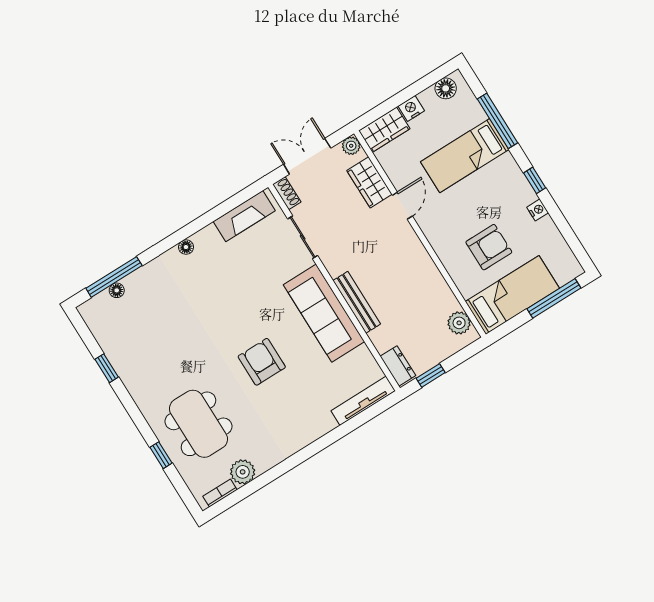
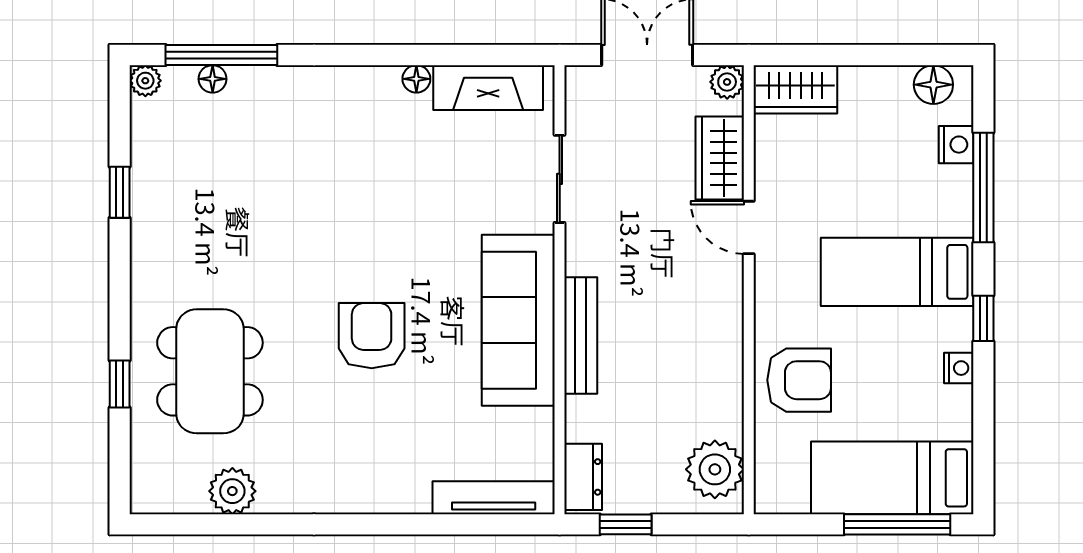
nightstand: (411, 108) -> (956, 145), moved, turned 90
bed: (465, 156) -> (897, 272), moved
shoe rack: (287, 193) -> (578, 93), removed
door: (402, 206) -> (749, 227), swing flipped
floor lamp: (186, 247) -> (416, 79), moved
armchair: (489, 247) -> (799, 380), moved
bed: (512, 295) -> (892, 478), moved, turned 180
plant: (87, 310) -> (145, 81), added
plant: (459, 323) -> (715, 469), width x1.36, depth x1.36
bookcase: (220, 493) -> (176, 502), removed

